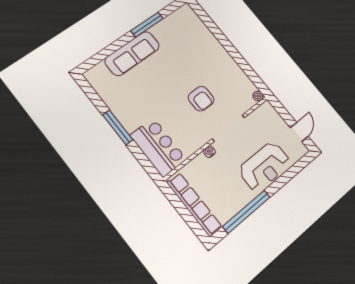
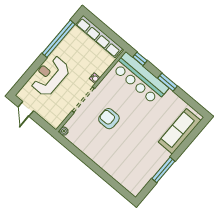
sofa: (132, 53) -> (180, 131), moved
window: (118, 127) -> (168, 82), width x0.69
bar counter: (158, 147) -> (140, 78), width x1.36
window: (147, 165) -> (140, 59), added

